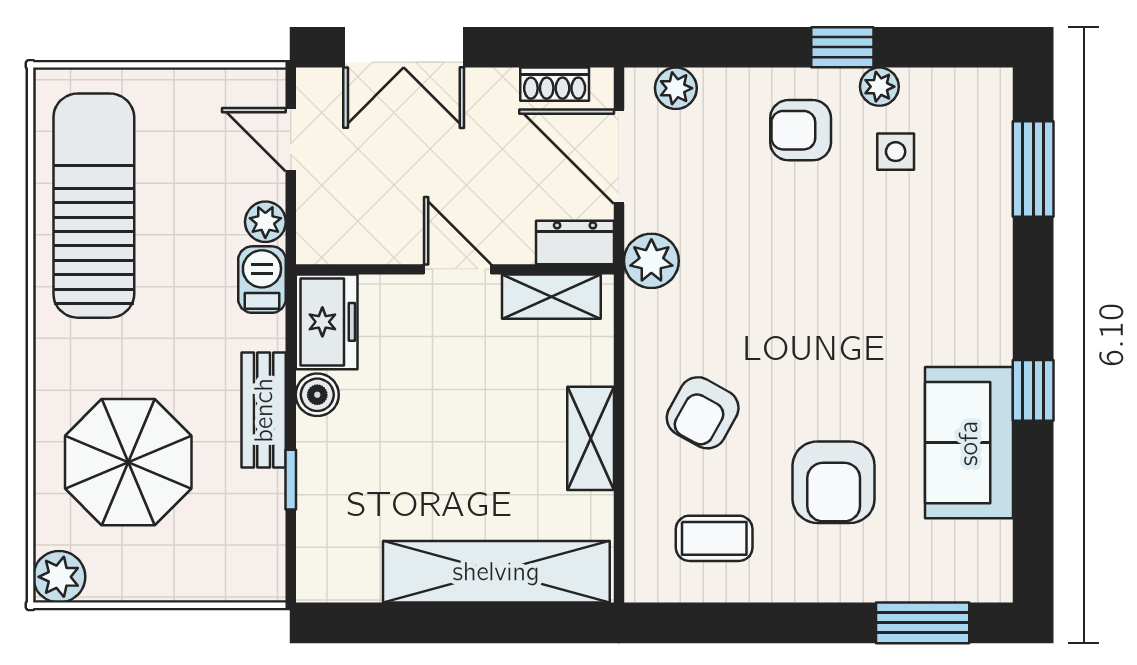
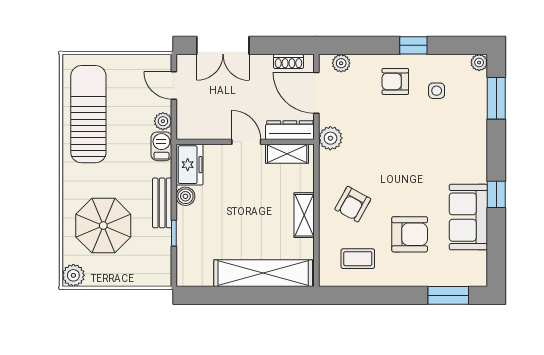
plant: (879, 87) -> (479, 63), moved
dresser: (575, 242) -> (290, 130), width x1.44
armchair: (834, 482) -> (410, 234), turned -90

